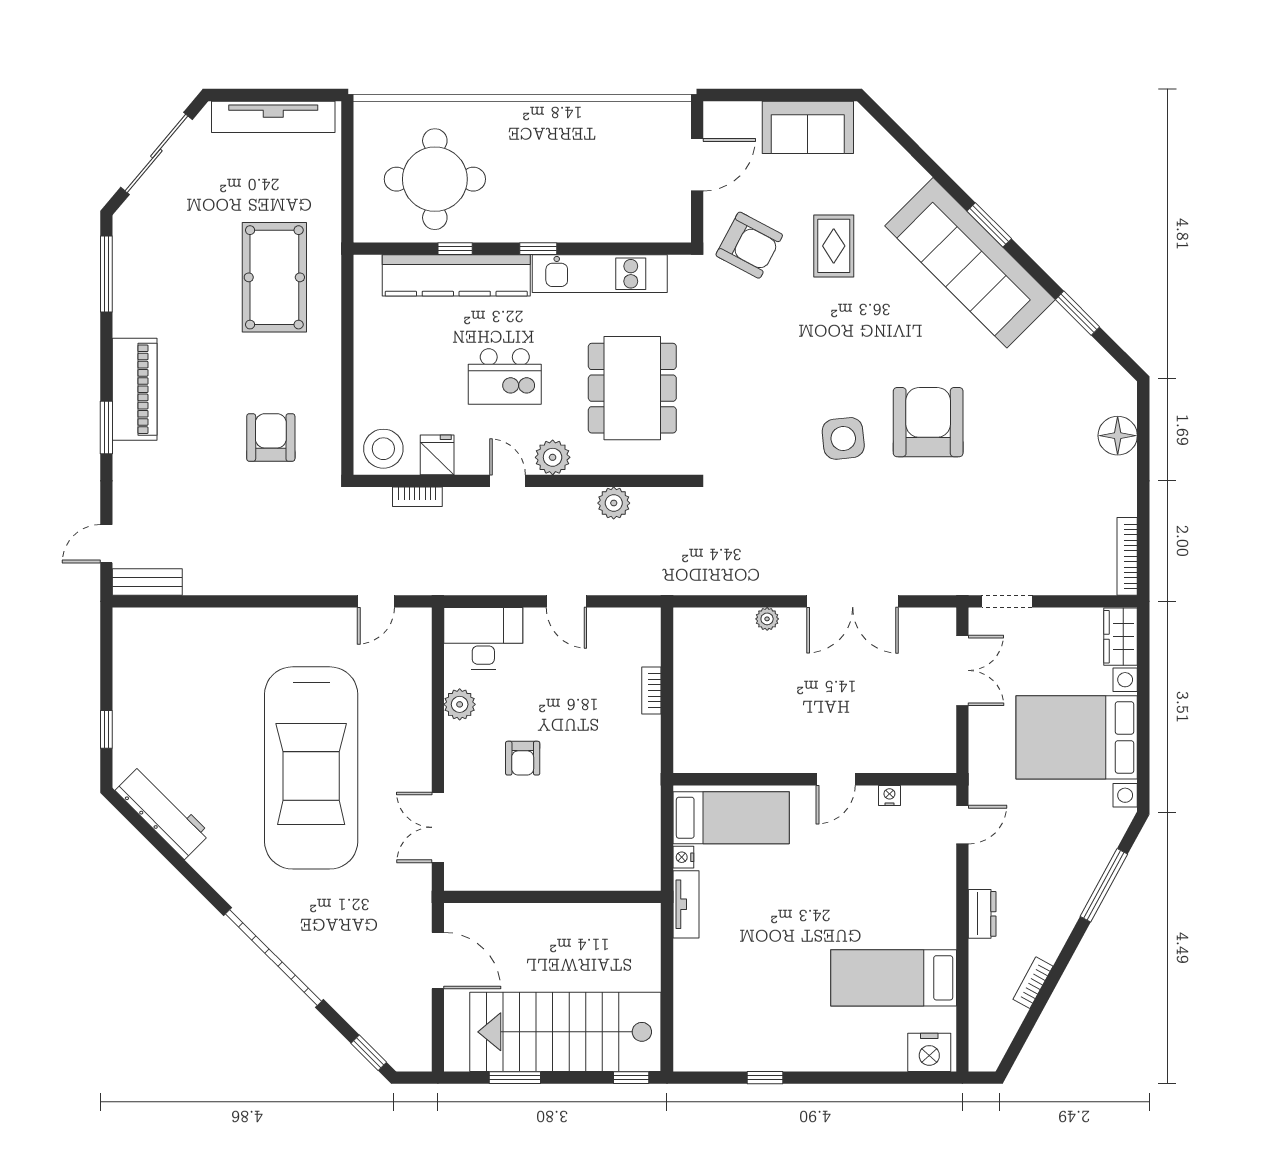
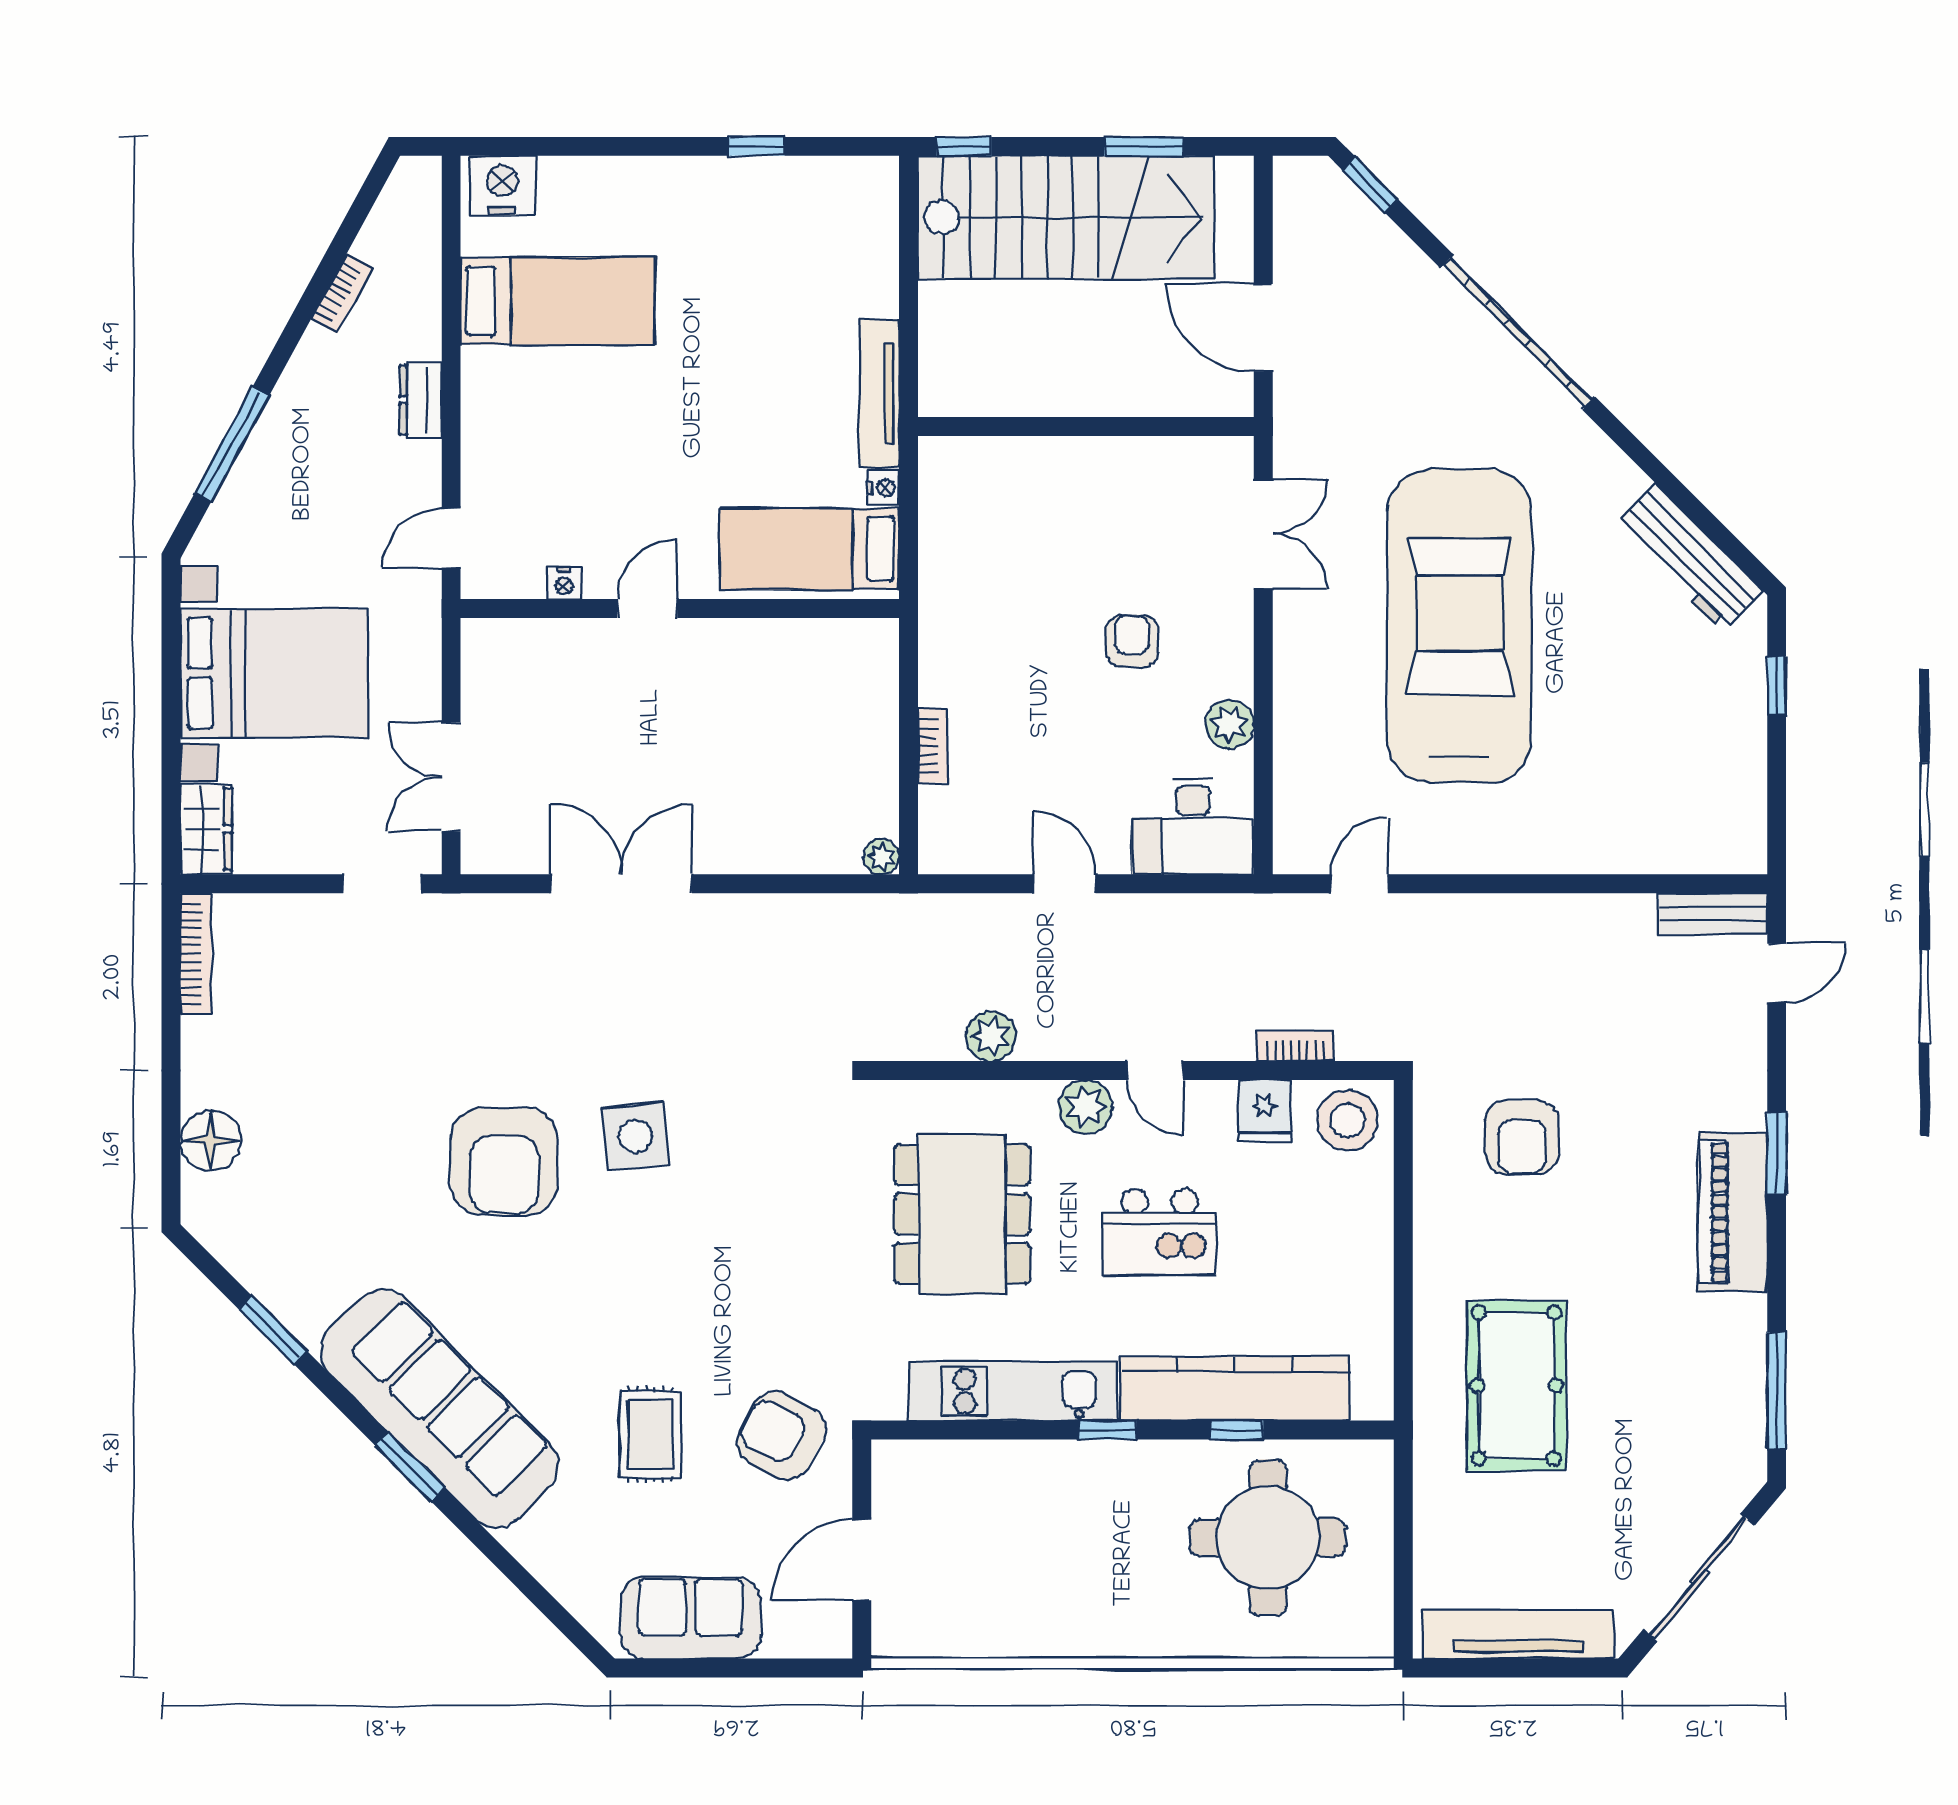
kitchen island: (505, 377) -> (1160, 1232), turned 180
plant: (767, 619) -> (881, 857), moved
tv unit: (686, 904) -> (879, 393), width x1.41

